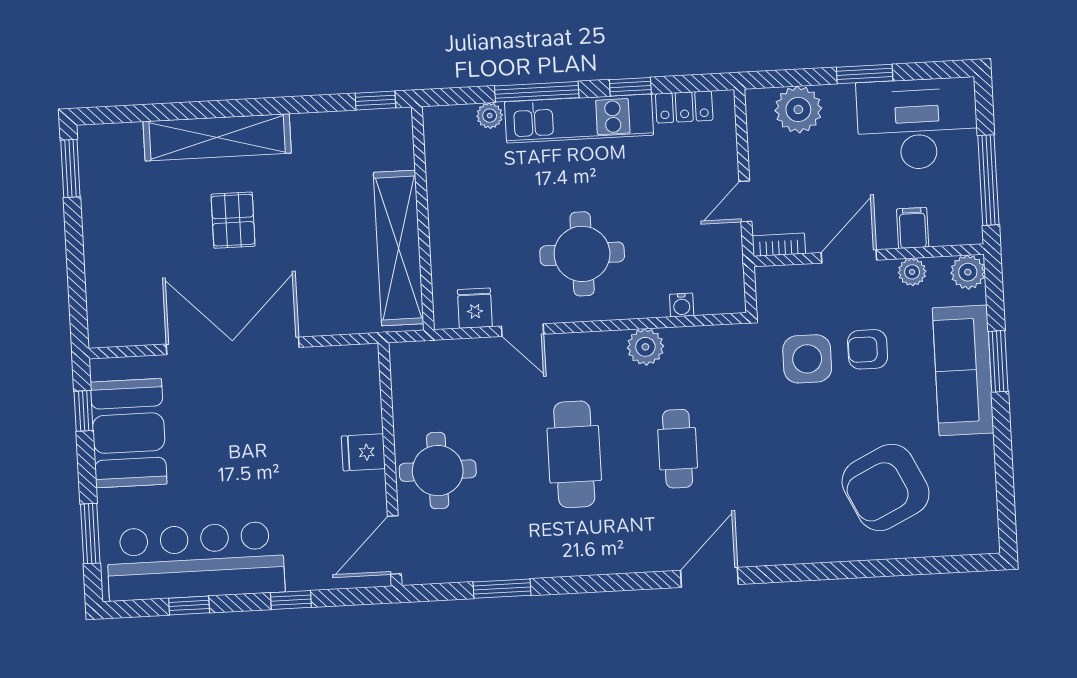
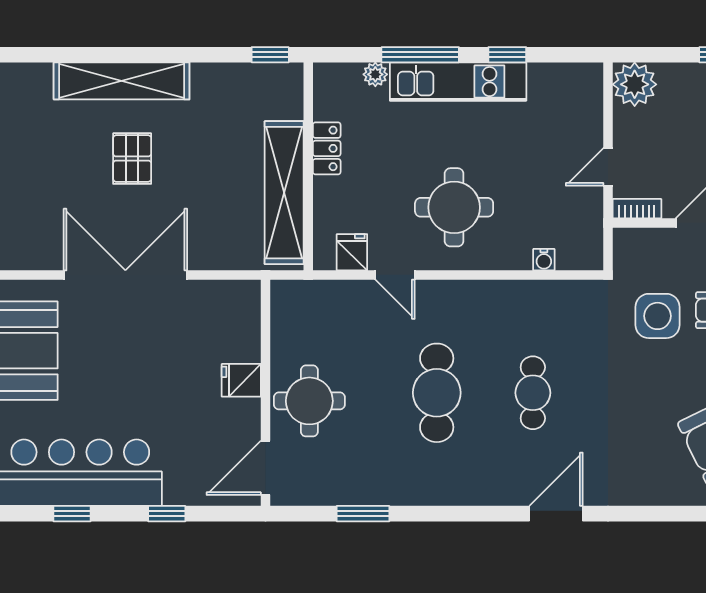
locker: (684, 107) -> (327, 148), moved, turned -90
plant: (798, 109) -> (635, 84), moved
plant: (645, 347) -> (508, 297), removed

